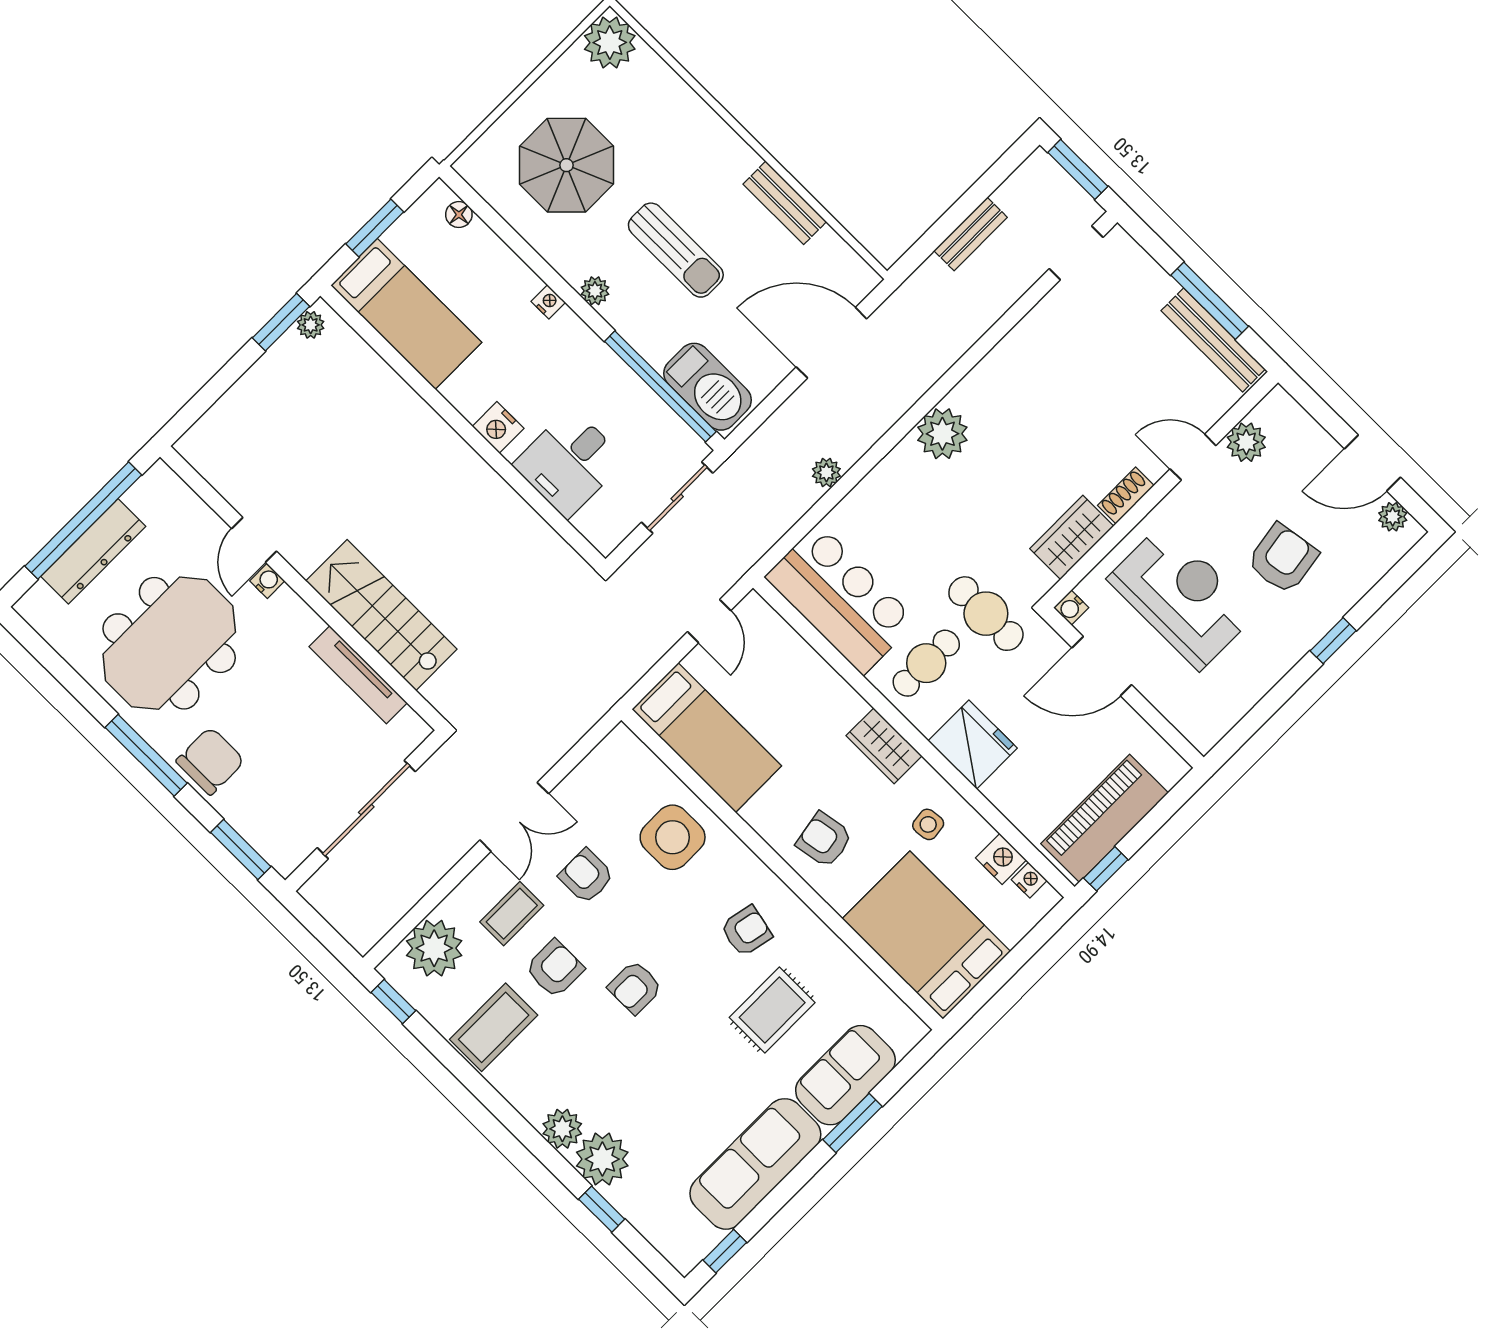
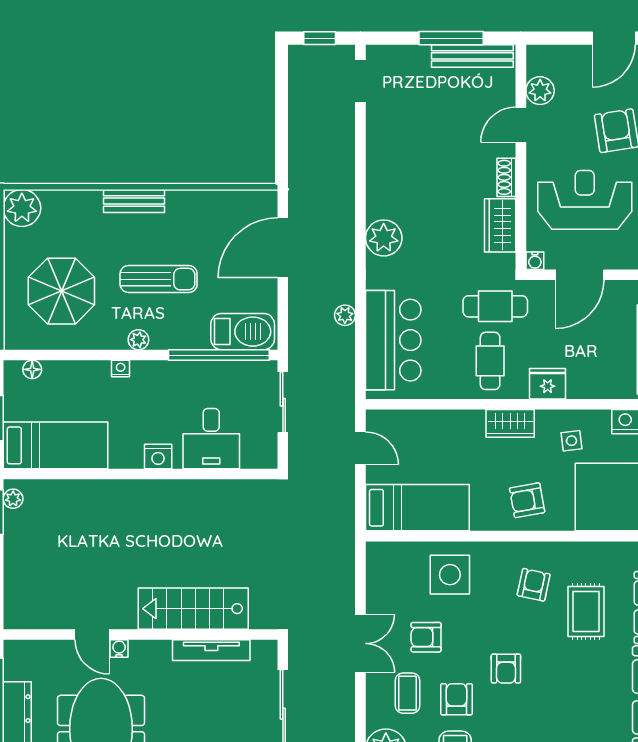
window: (1078, 169) -> (320, 38), width x0.67
bench: (785, 203) -> (134, 201), moved
bench: (971, 234) -> (298, 124), removed
bar counter: (841, 599) -> (393, 340), moved, turned 90
fridge: (973, 745) -> (548, 384), width x0.73, depth x0.75

